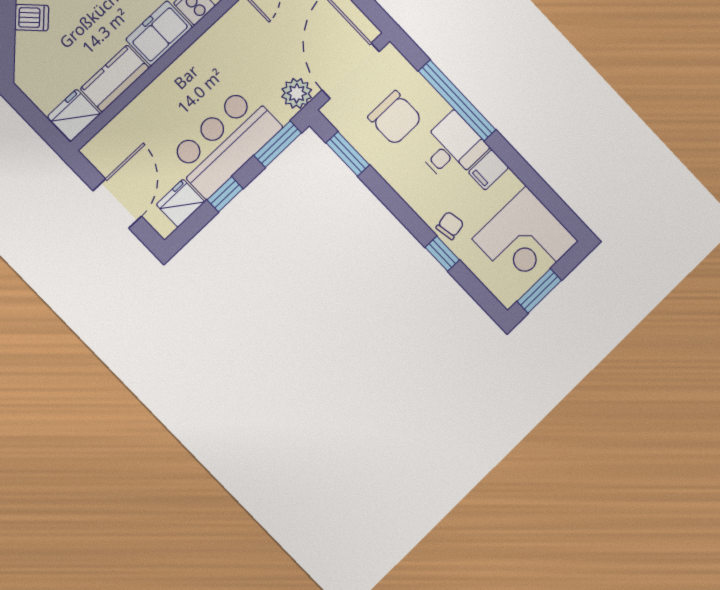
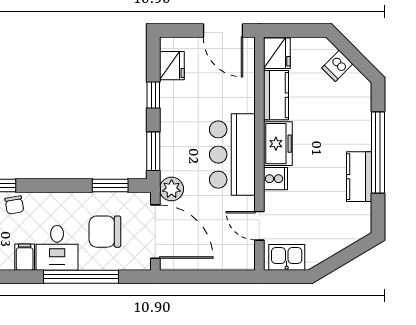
dishwasher: (32, 18) -> (337, 66), moved
bar counter: (225, 142) -> (232, 155), moved, turned 180
door: (117, 204) -> (223, 31), moved

